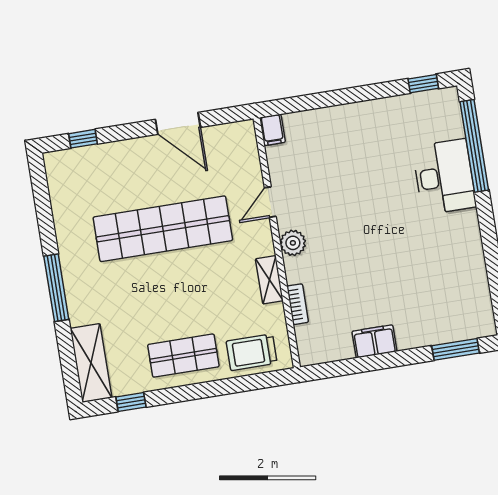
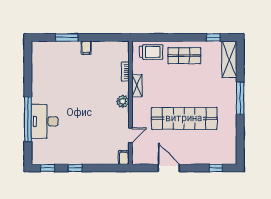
window: (368, 93) -> (75, 168), added
window: (474, 146) -> (28, 119), moved
door: (270, 202) -> (130, 135), moved
filing cabinet: (374, 341) -> (86, 48), width x0.50
window: (456, 349) -> (67, 37), moved

